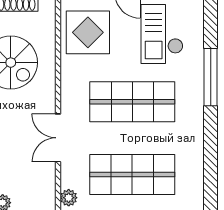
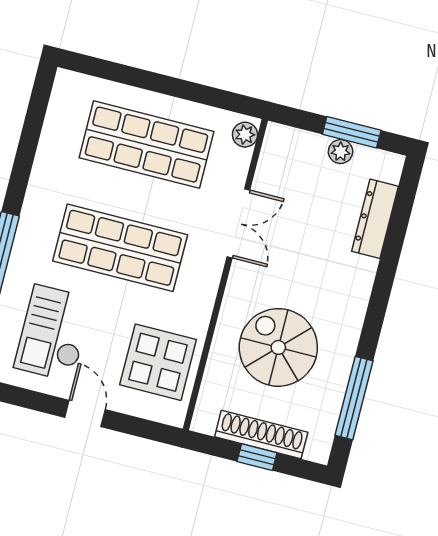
checkout: (162, 34) -> (53, 333), turned 180

